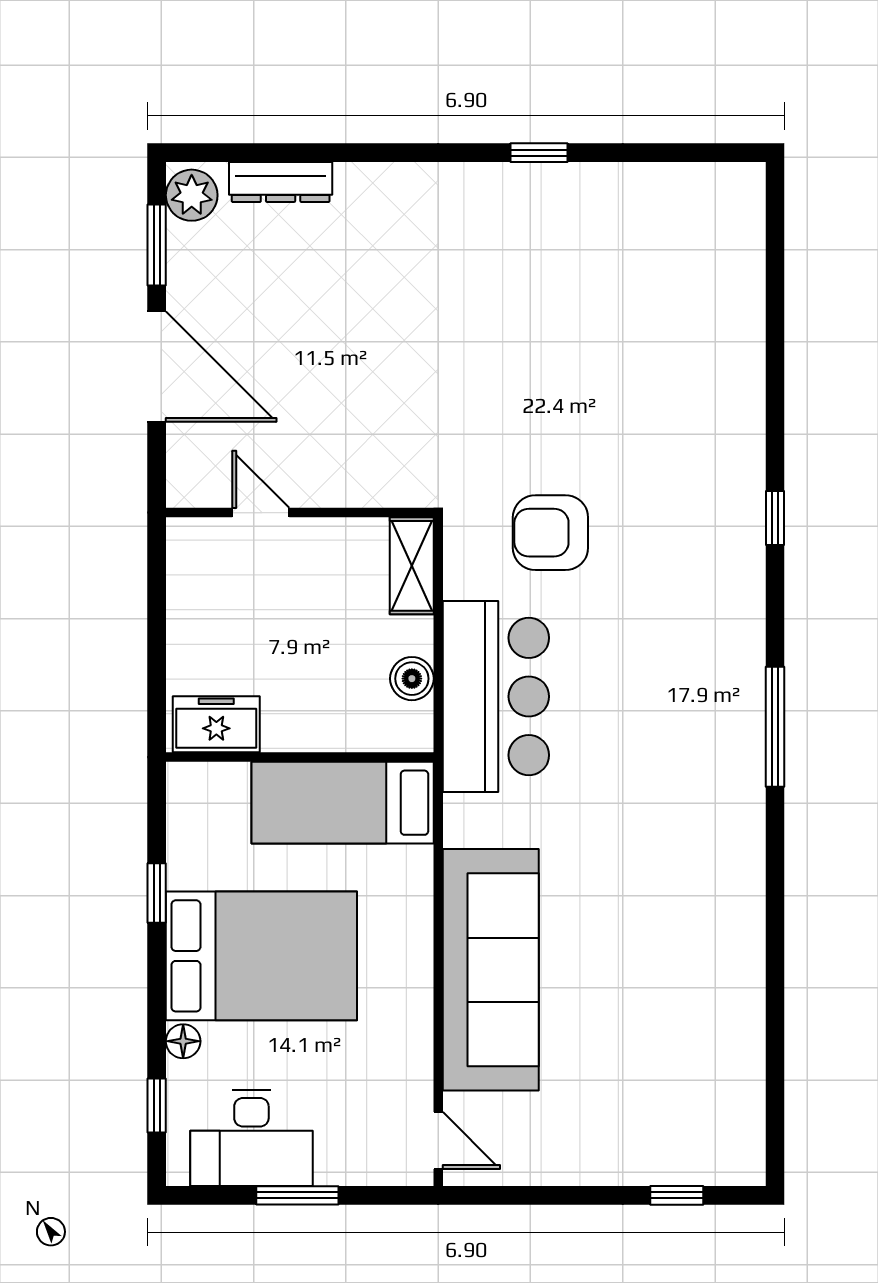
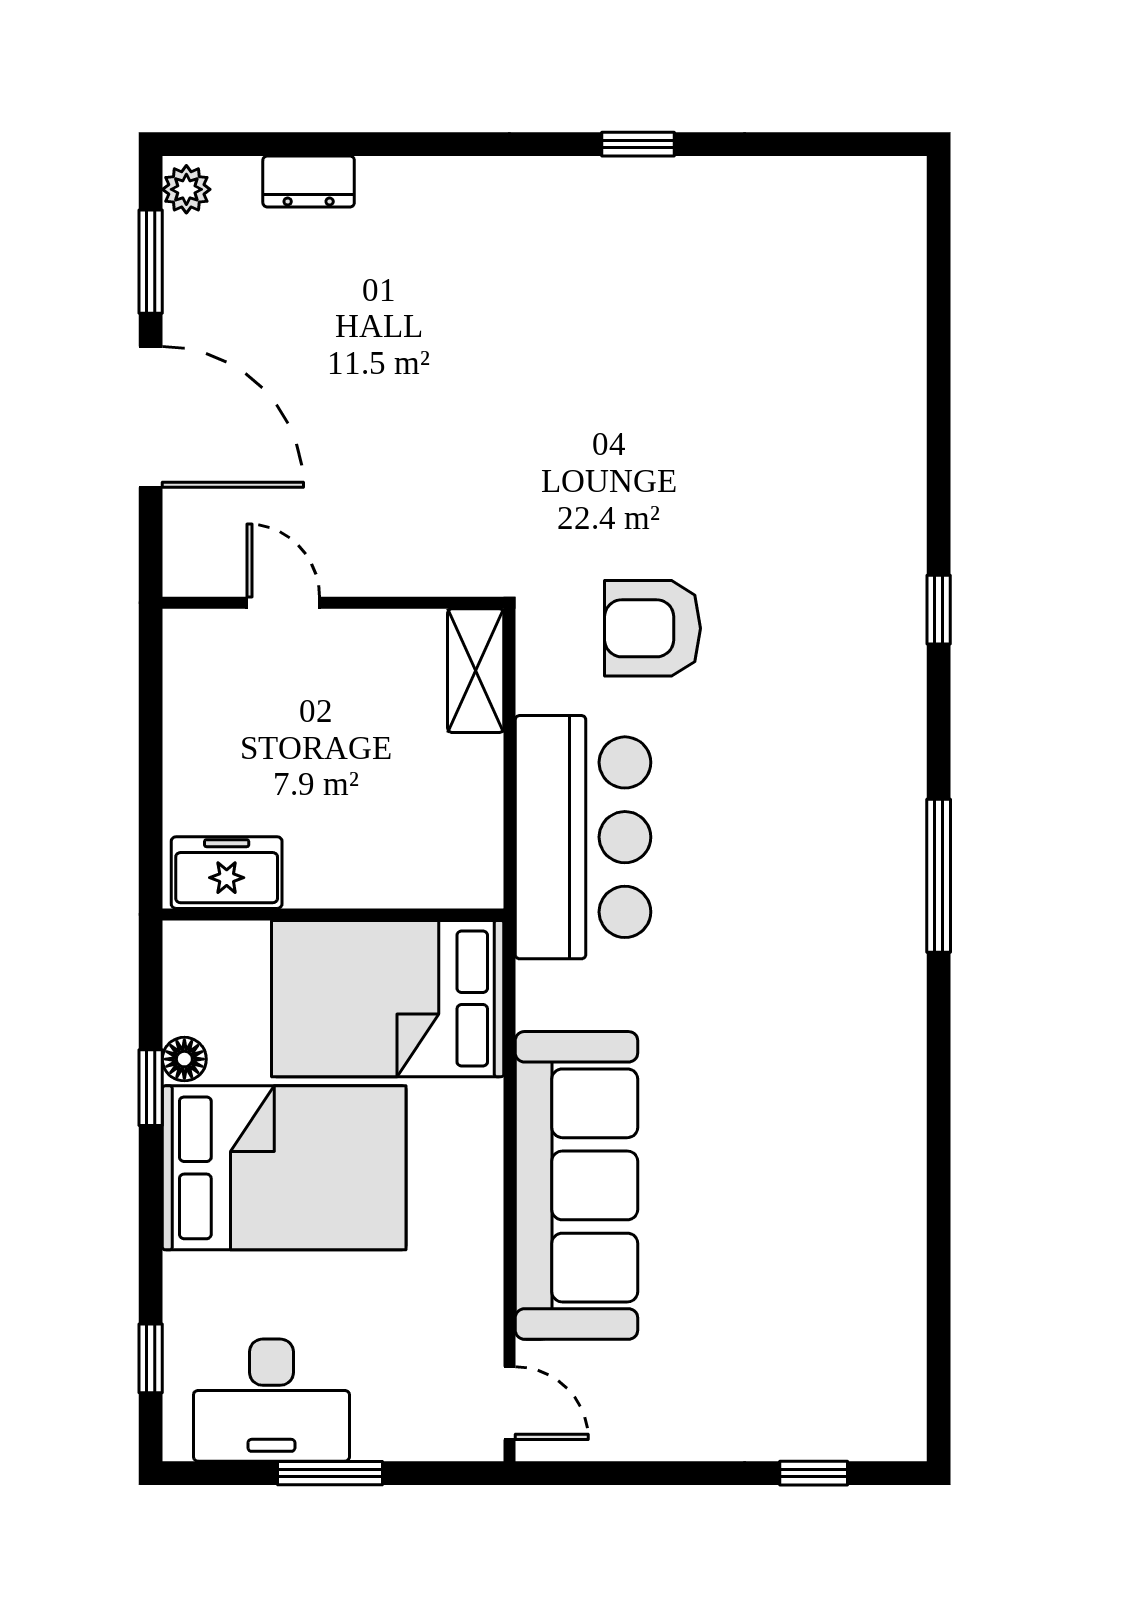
dresser: (281, 182) -> (309, 181), width x0.70
plant: (192, 195) -> (186, 189), width x0.73, depth x0.73
boiler: (412, 679) -> (476, 814), removed
bed: (343, 803) -> (388, 999), width x1.50
floor lamp: (183, 1041) -> (184, 1059), moved

